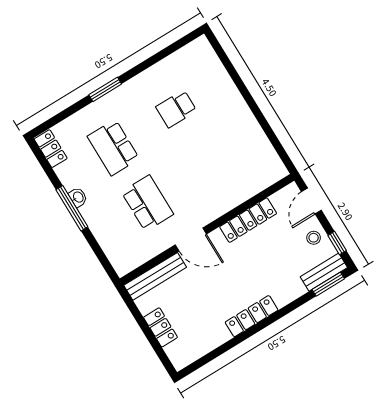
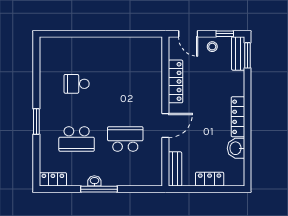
school desk: (176, 109) -> (77, 84), turned 90
bench: (155, 276) -> (175, 169), width x0.73
washbasin: (214, 336) -> (236, 148), added

